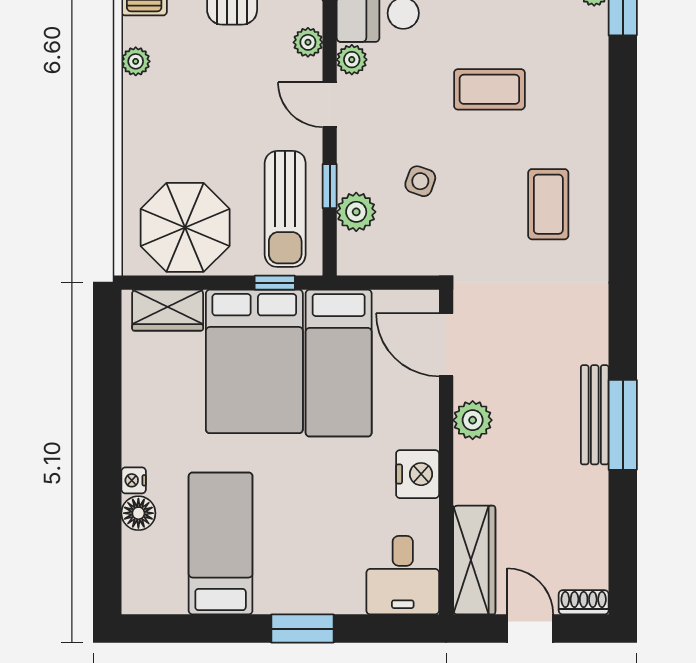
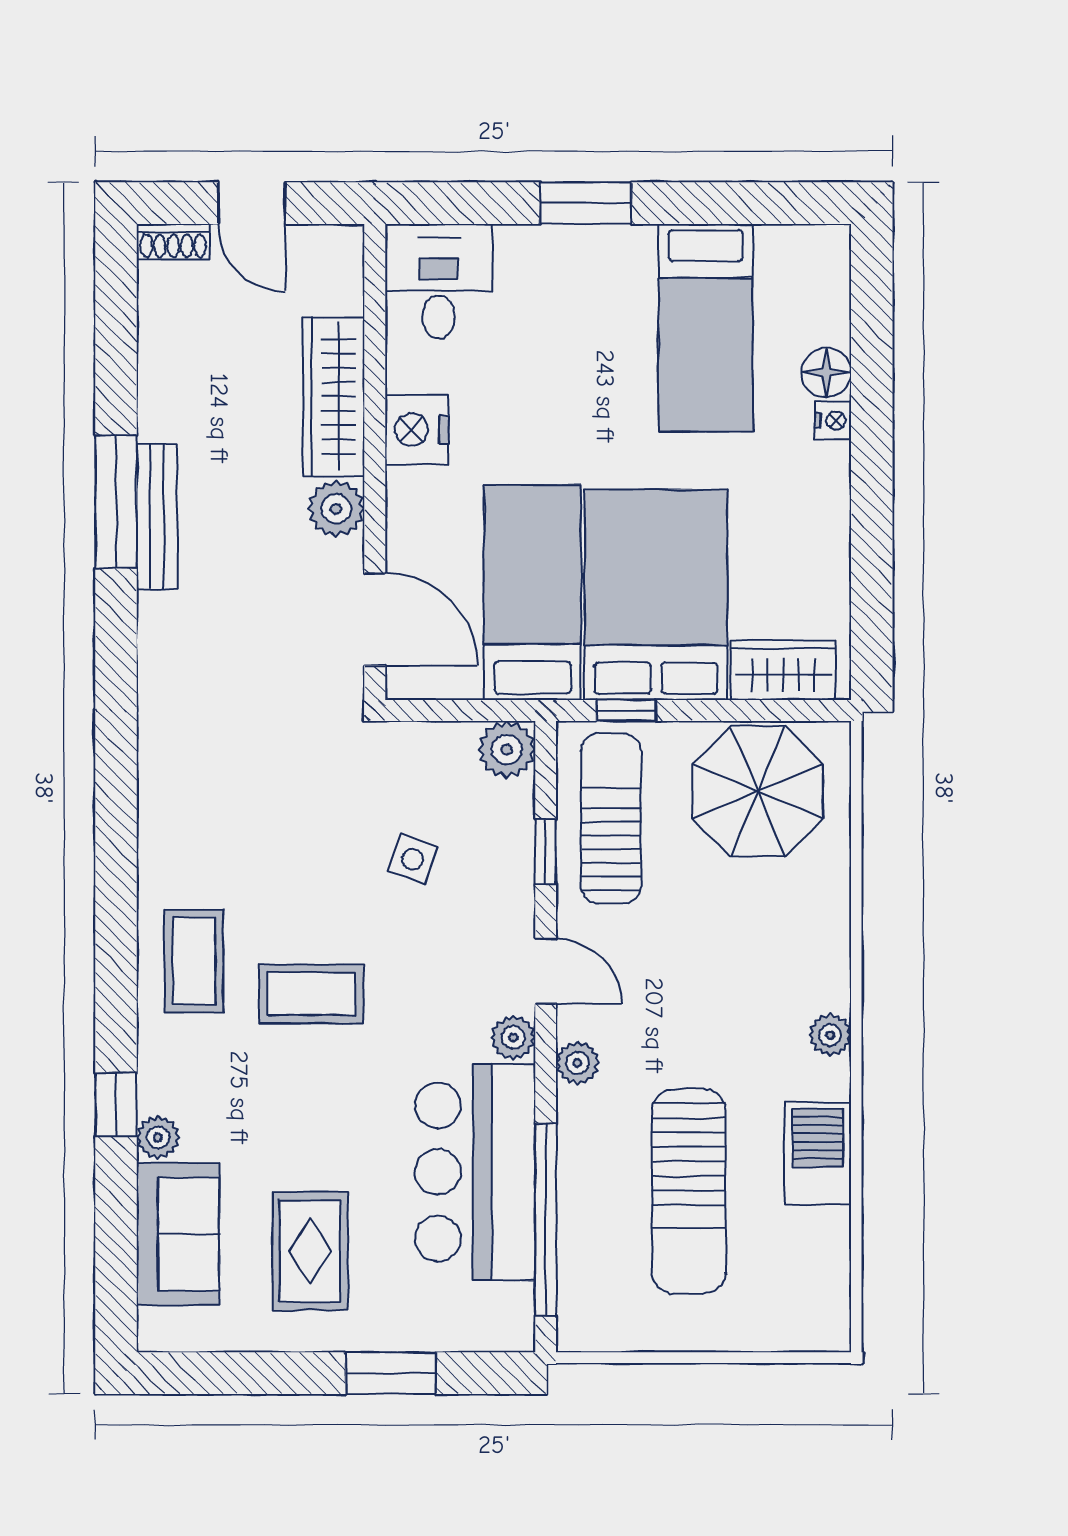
coffee table: (548, 204) -> (194, 961), moved
plant: (356, 212) -> (507, 749), moved
wardrobe: (474, 560) -> (334, 397), moved

